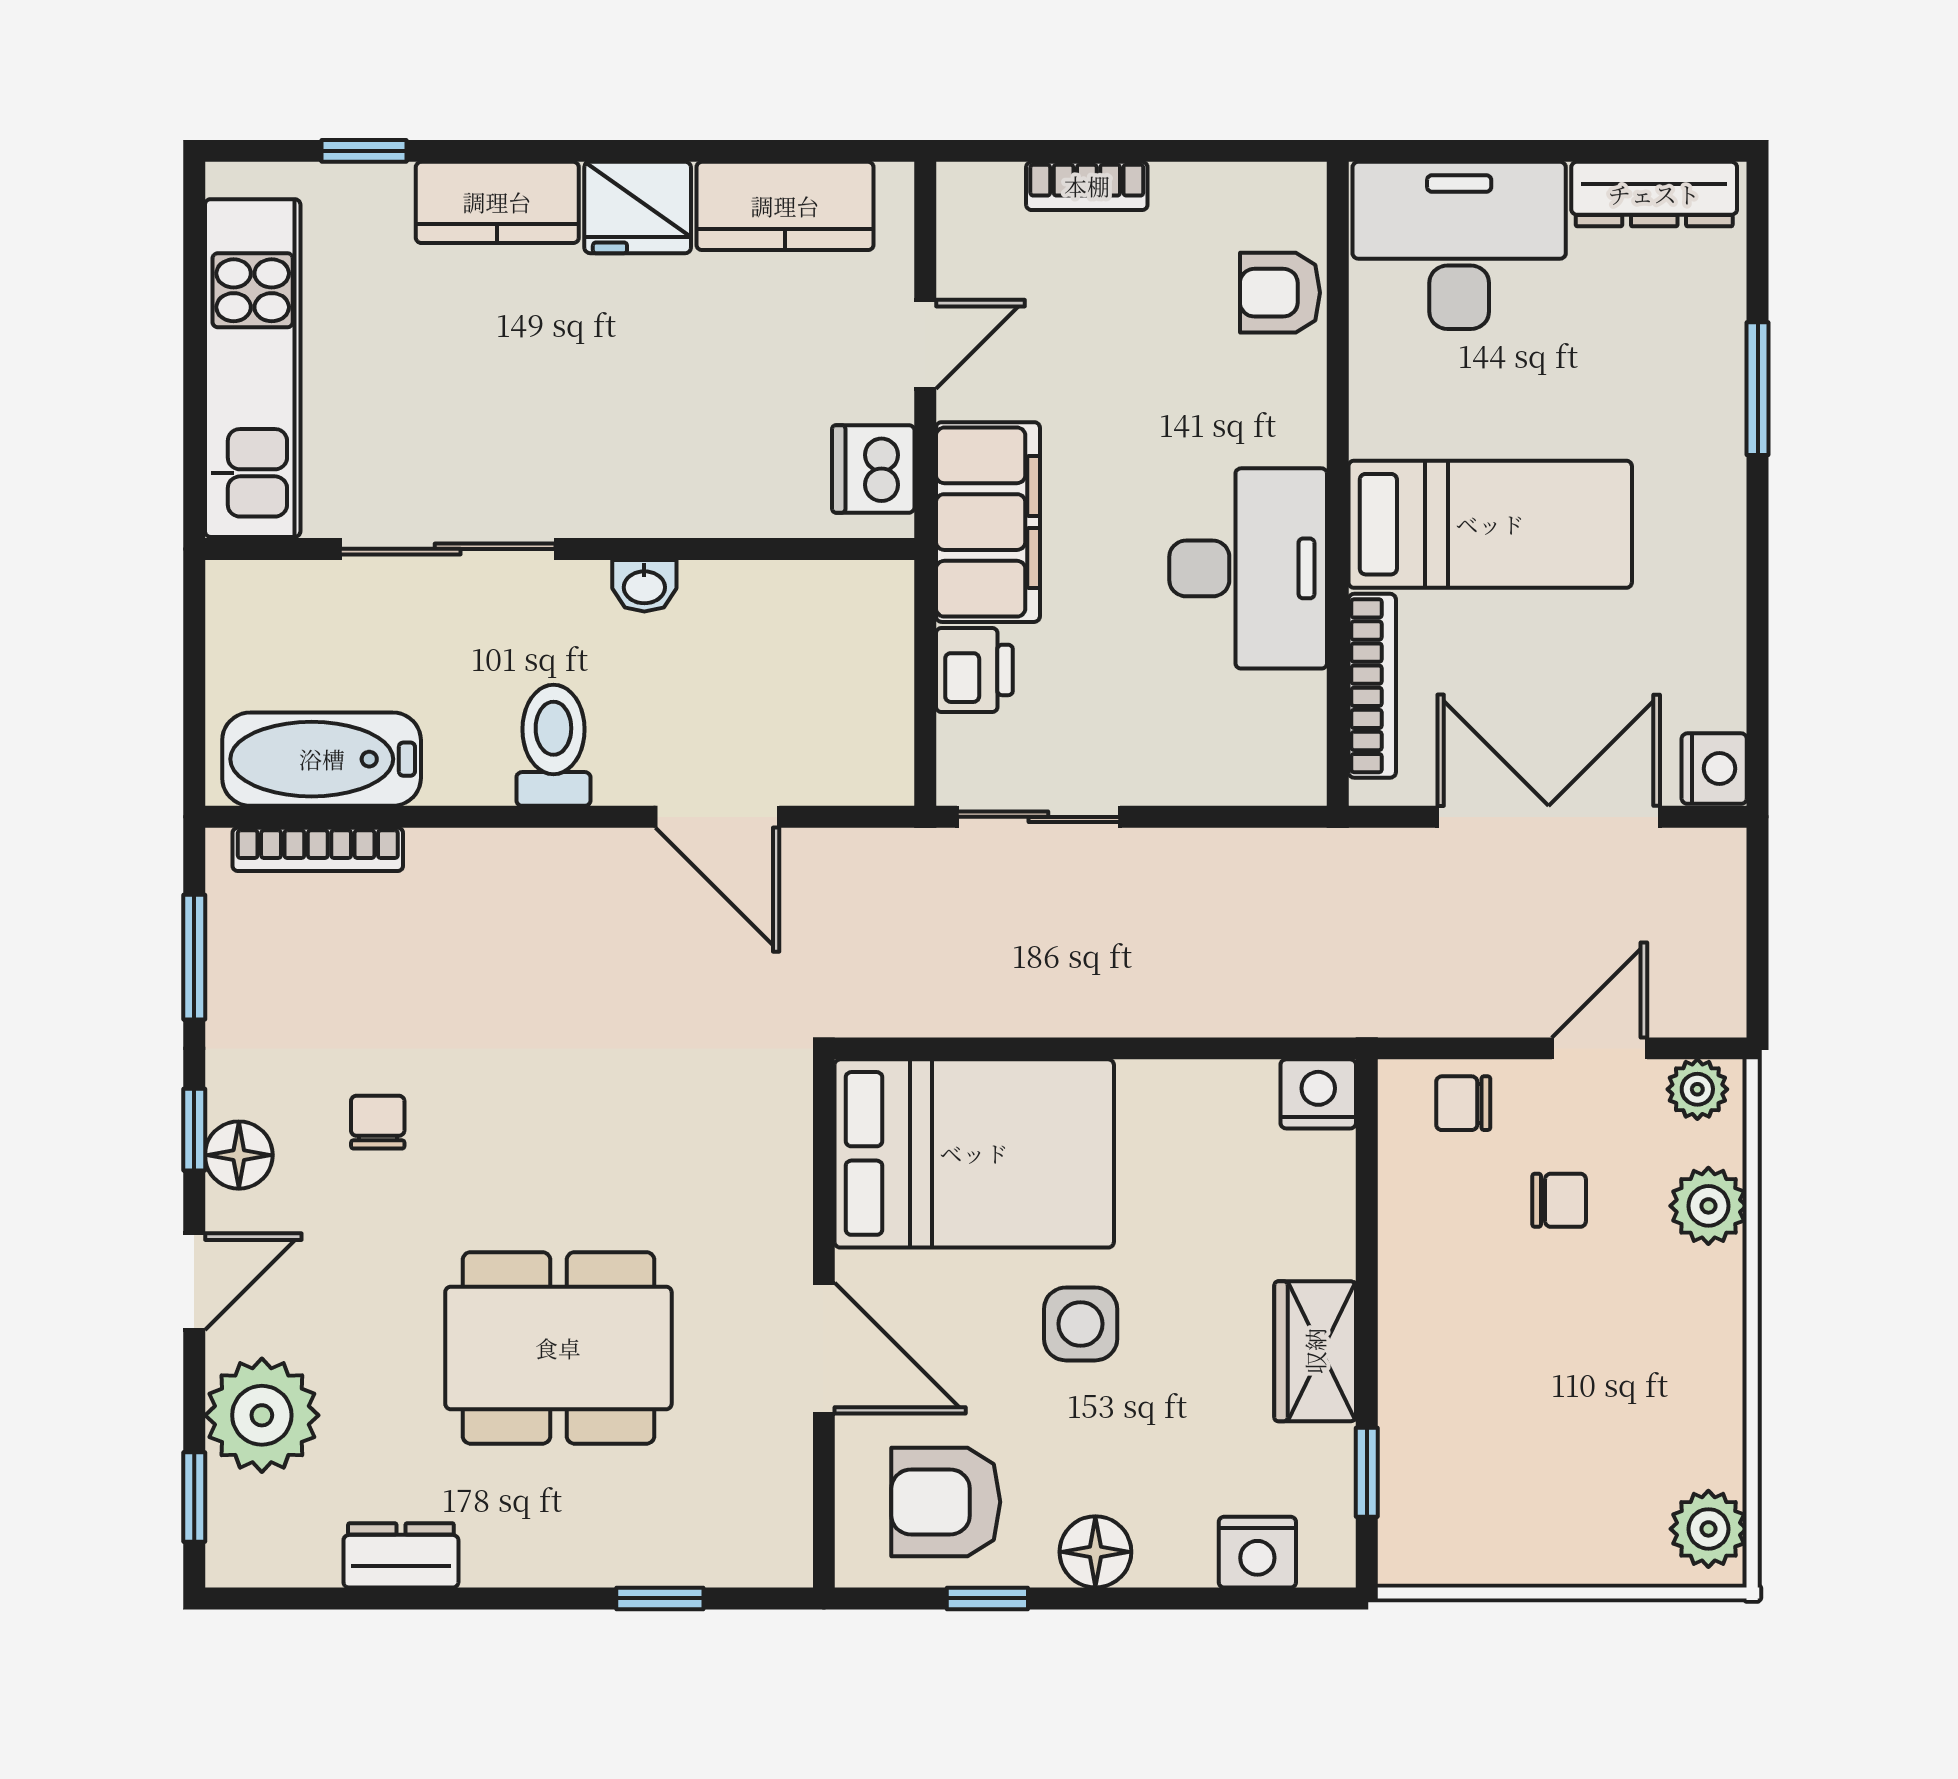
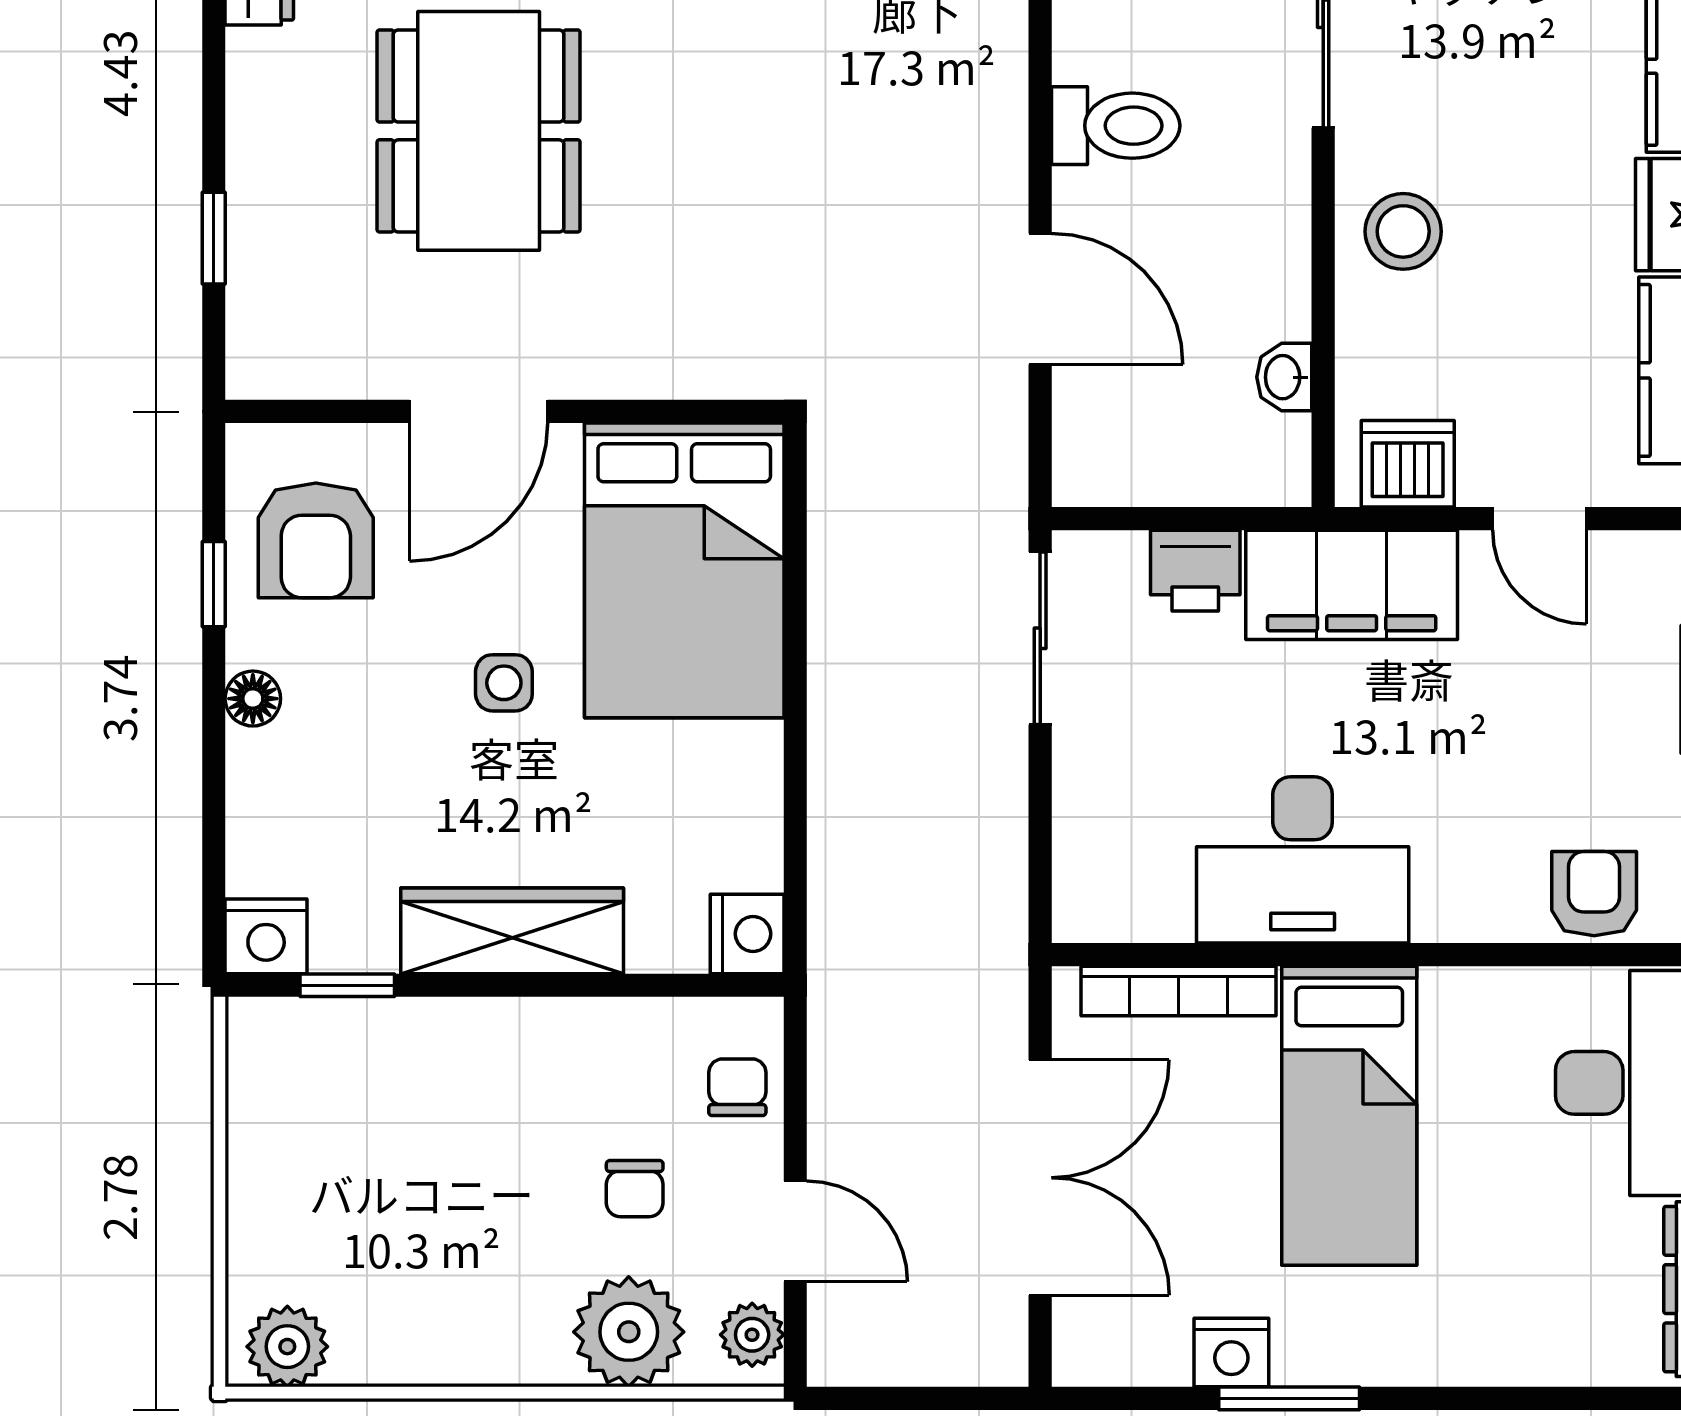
window: (1758, 389) -> (1289, 1398), moved
stool: (654, 473) -> (1403, 231), added
washbasin: (644, 586) -> (1284, 377), moved
nightstand: (1714, 769) -> (1231, 1353), moved
door: (717, 817) -> (1040, 299), swing flipped
plant: (1708, 1206) -> (629, 1332), width x1.36, depth x1.36
side table: (1081, 1324) -> (504, 683), width x0.73, depth x0.73
wardrobe: (1315, 1351) -> (512, 931), width x1.50
armchair: (946, 1502) -> (316, 540), turned 180
floor lamp: (1095, 1552) -> (253, 699), width x0.73, depth x0.73
nightstand: (1257, 1552) -> (266, 936), moved, turned -90

